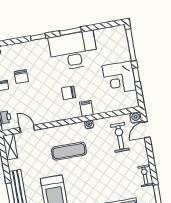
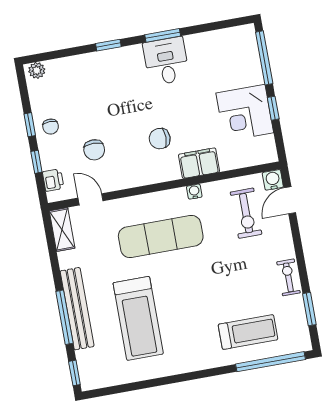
desk: (73, 51) -> (166, 61), width x0.53, depth x0.77
chair: (21, 77) -> (94, 150), moved
filing cabinet: (86, 108) -> (199, 163), width x2.00
exercise bike: (120, 137) -> (246, 213), turned 180
exercise mat: (69, 151) -> (161, 236), width x1.36, depth x1.45

